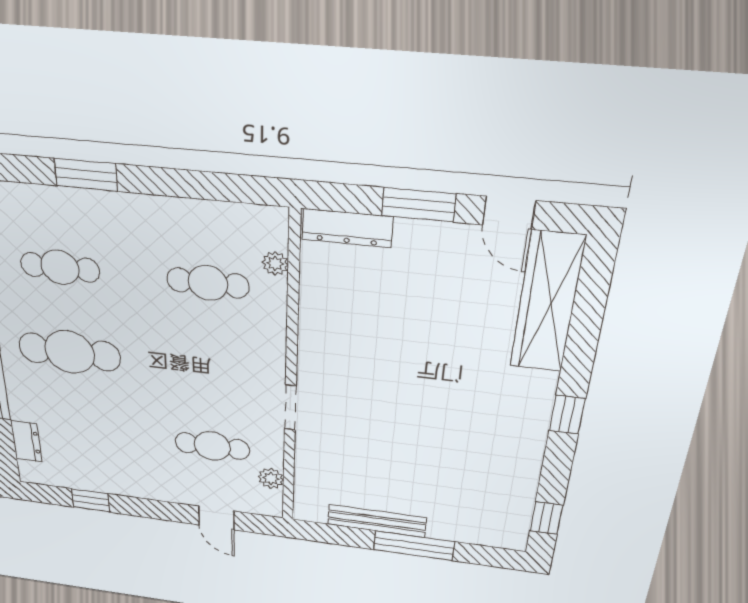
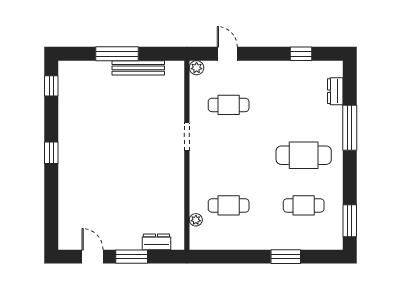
dresser: (347, 228) -> (156, 242), width x0.70
wardrobe: (547, 303) -> (70, 214), removed
plant: (271, 478) -> (197, 68), moved

